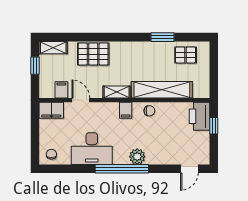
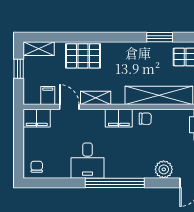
shelving: (117, 92) -> (96, 98), moved
filing cabinet: (126, 110) -> (119, 118), width x2.00
desk: (92, 149) -> (87, 161), width x0.73
plant: (137, 157) -> (164, 169), moved

